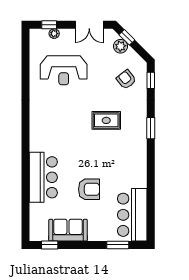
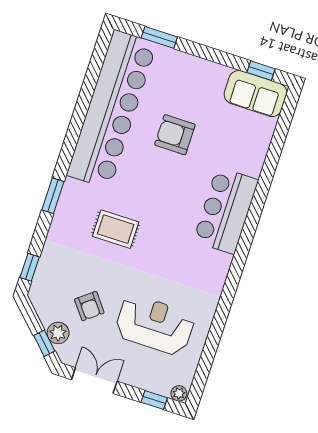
plant: (54, 34) -> (179, 393), moved
armchair: (126, 79) -> (89, 306), moved
bar counter: (43, 177) -> (226, 211), moved
bar counter: (132, 215) -> (112, 109), width x1.86
sofa: (68, 230) -> (256, 94), moved

